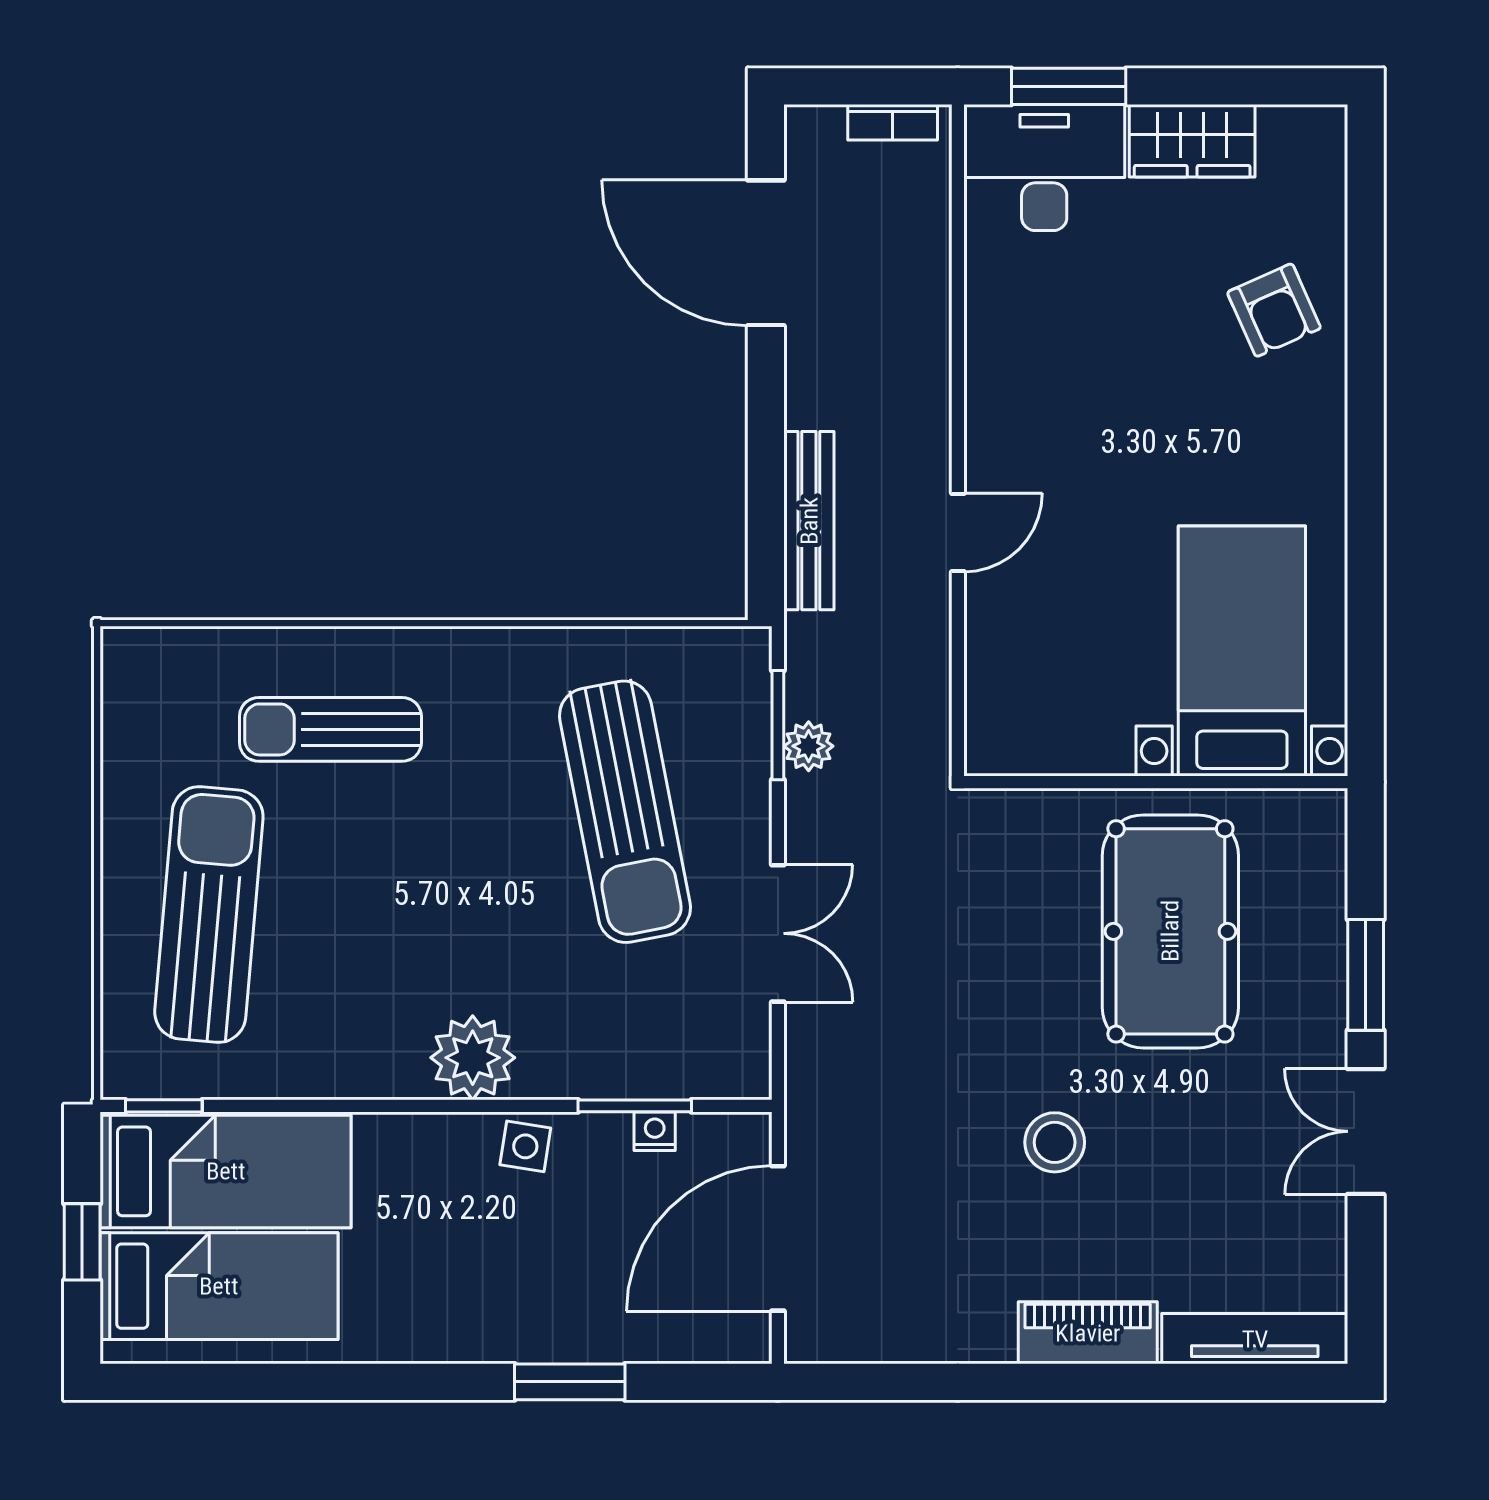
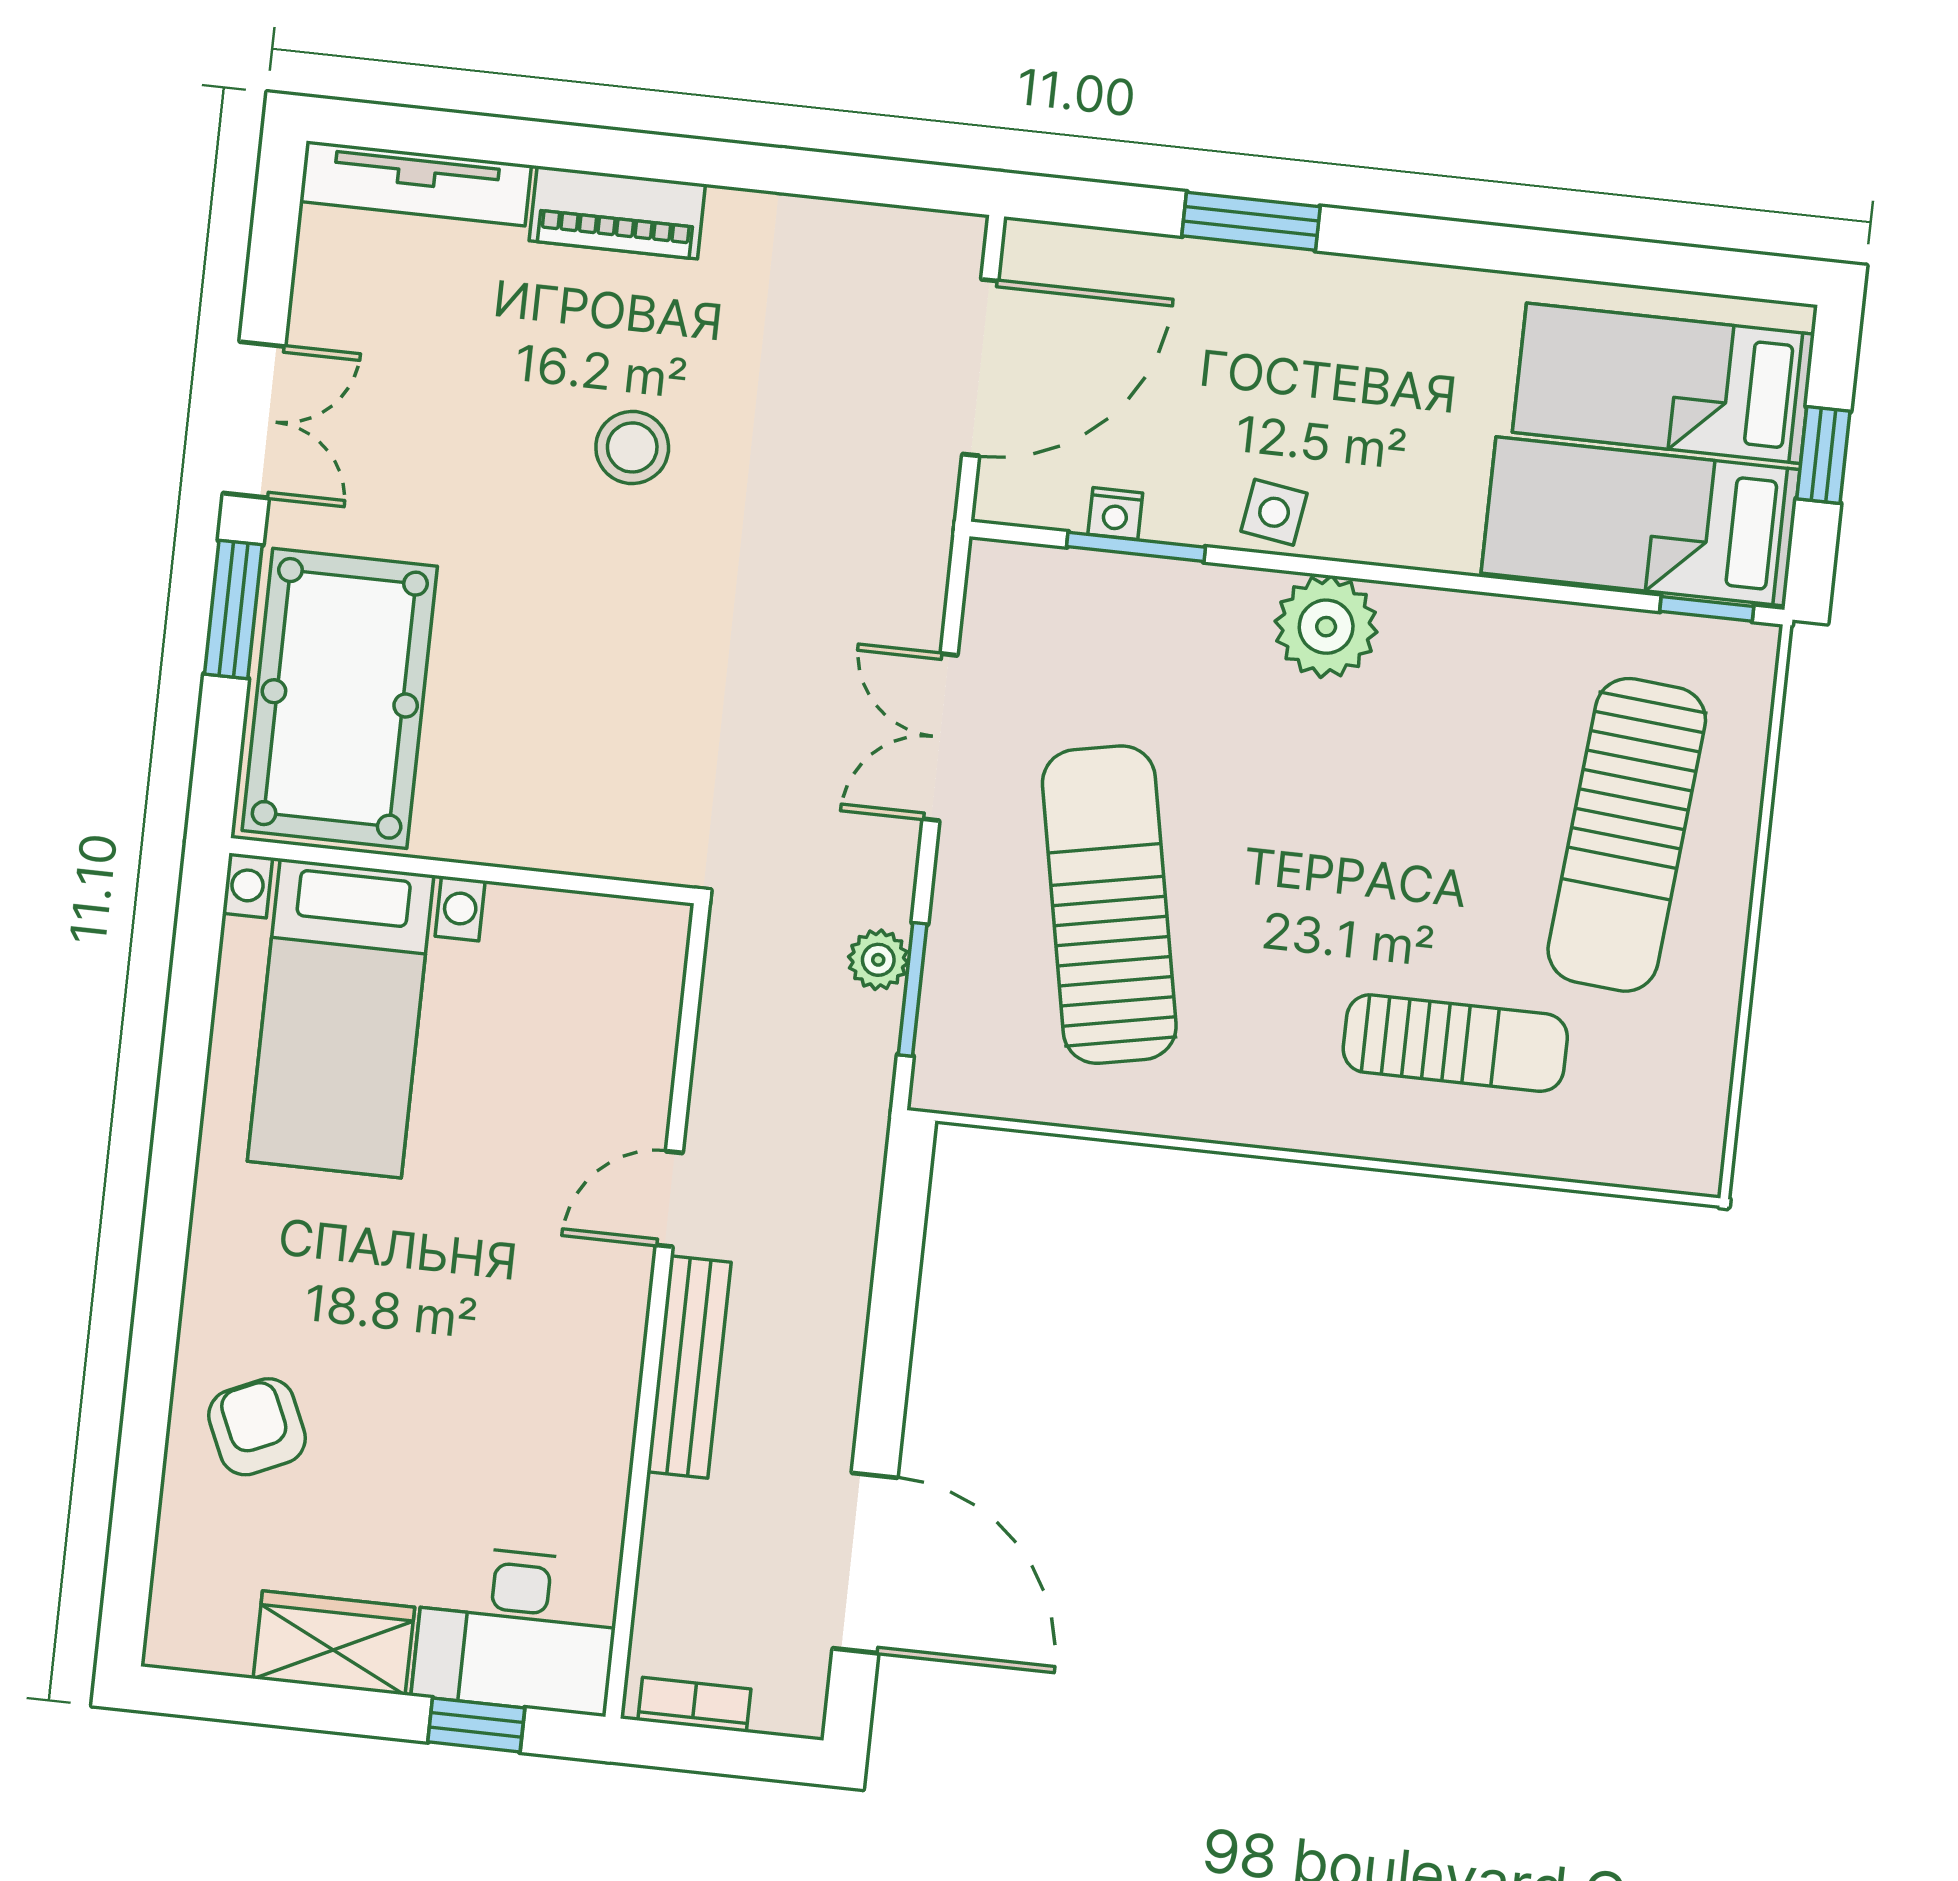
window: (1069, 86) -> (476, 1725), width x0.67
bench: (809, 521) -> (689, 1367), moved
pool table: (1170, 931) -> (340, 698), moved

